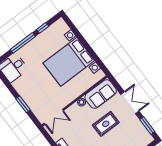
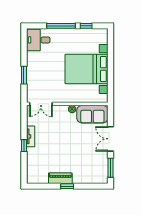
double door: (130, 103) -> (110, 139), swing flipped
rug: (106, 124) -> (78, 141), removed

